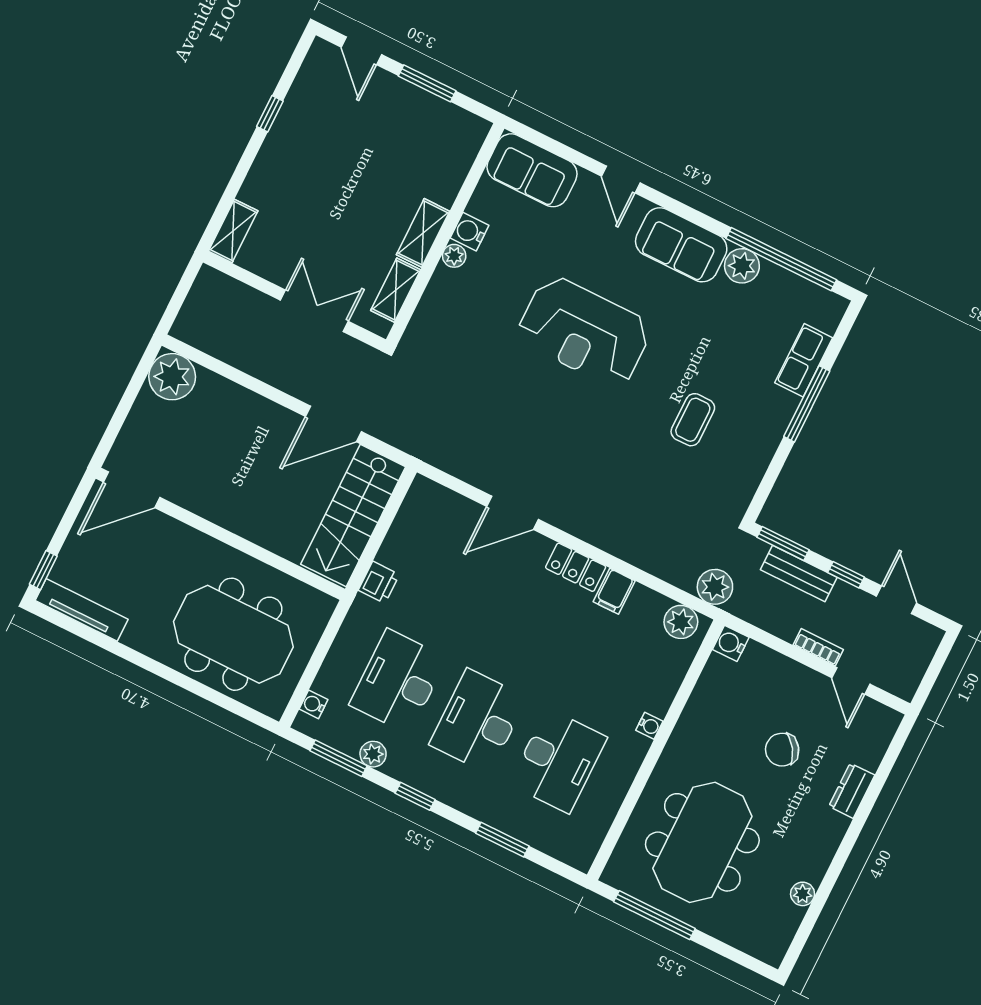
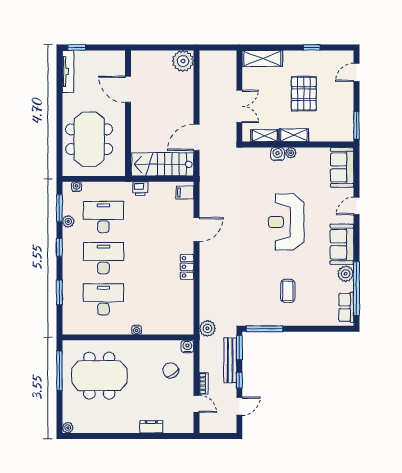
window: (427, 83) -> (356, 125), moved
pallet: (352, 174) -> (304, 94), added
shelving: (233, 231) -> (262, 58), width x1.50, depth x1.33
water cooler: (469, 232) -> (278, 154), moved
row of seats: (804, 360) -> (346, 307), moved, turned -90
window: (807, 404) -> (265, 329), moved
coffee table: (693, 420) -> (288, 291), moved, turned 90
door: (333, 424) -> (197, 137), hinge flipped
door: (132, 490) -> (128, 89), moved
door: (512, 513) -> (197, 230), swing flipped
bench: (799, 574) -> (230, 360), width x1.36
filing cabinet: (614, 591) -> (185, 192), moved
plant: (681, 622) -> (186, 322), removed
door: (851, 681) -> (197, 404), swing flipped
chair: (782, 750) -> (171, 370), moved
desk: (558, 761) -> (103, 299), turned 180
plant: (803, 894) -> (68, 428), moved

